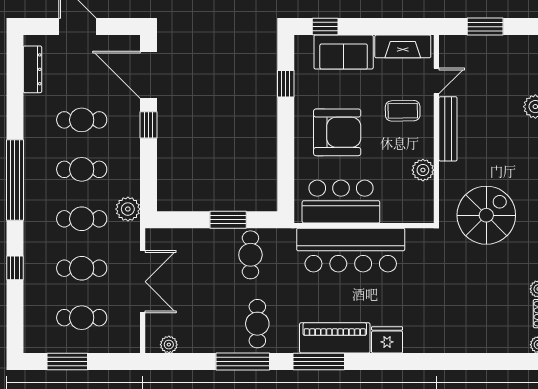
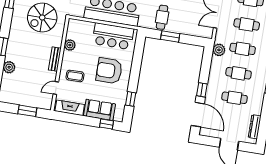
bench: (448, 129) -> (55, 59), width x0.73

